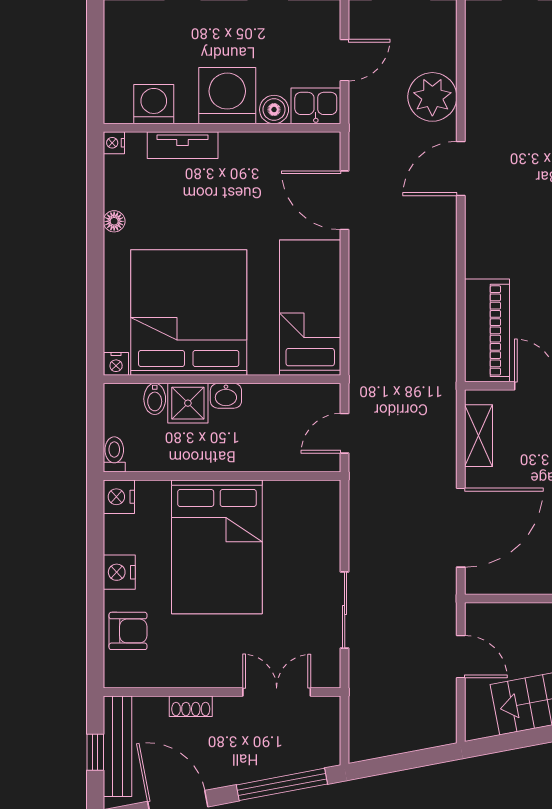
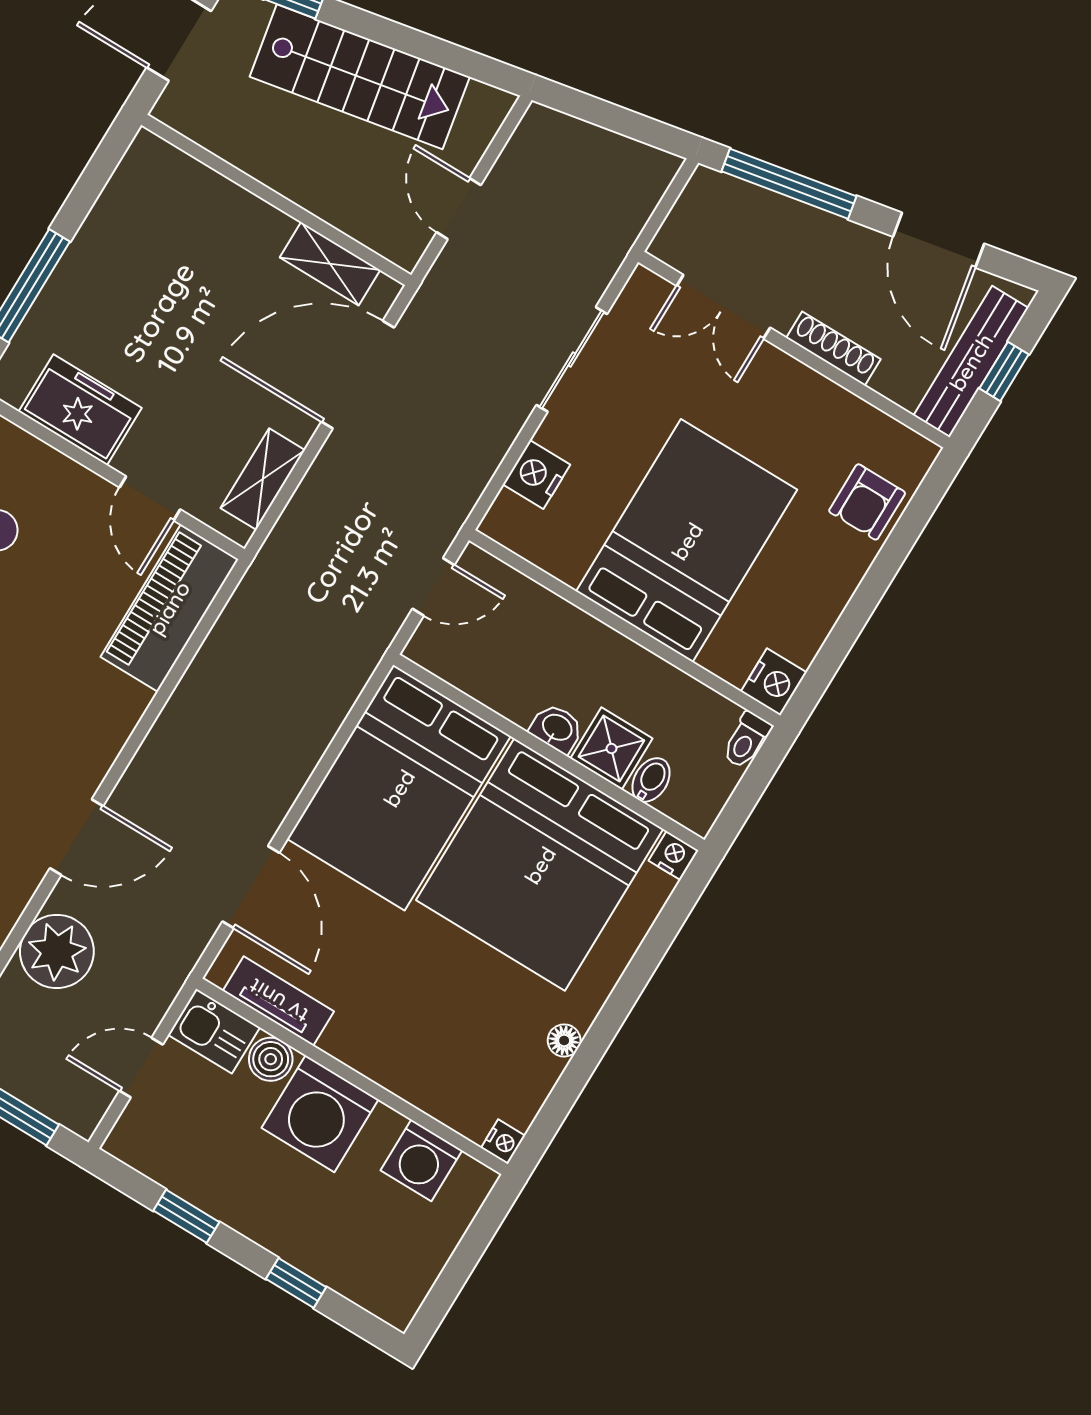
tv unit: (183, 145) -> (278, 1001), moved
bed: (310, 308) -> (399, 788), width x1.50
nightstand: (119, 572) -> (537, 474), moved, turned 180
shelving: (515, 581) -> (330, 264), added
armchair: (128, 631) -> (867, 502), turned -90
shoe rack: (191, 706) -> (833, 349), width x1.43

